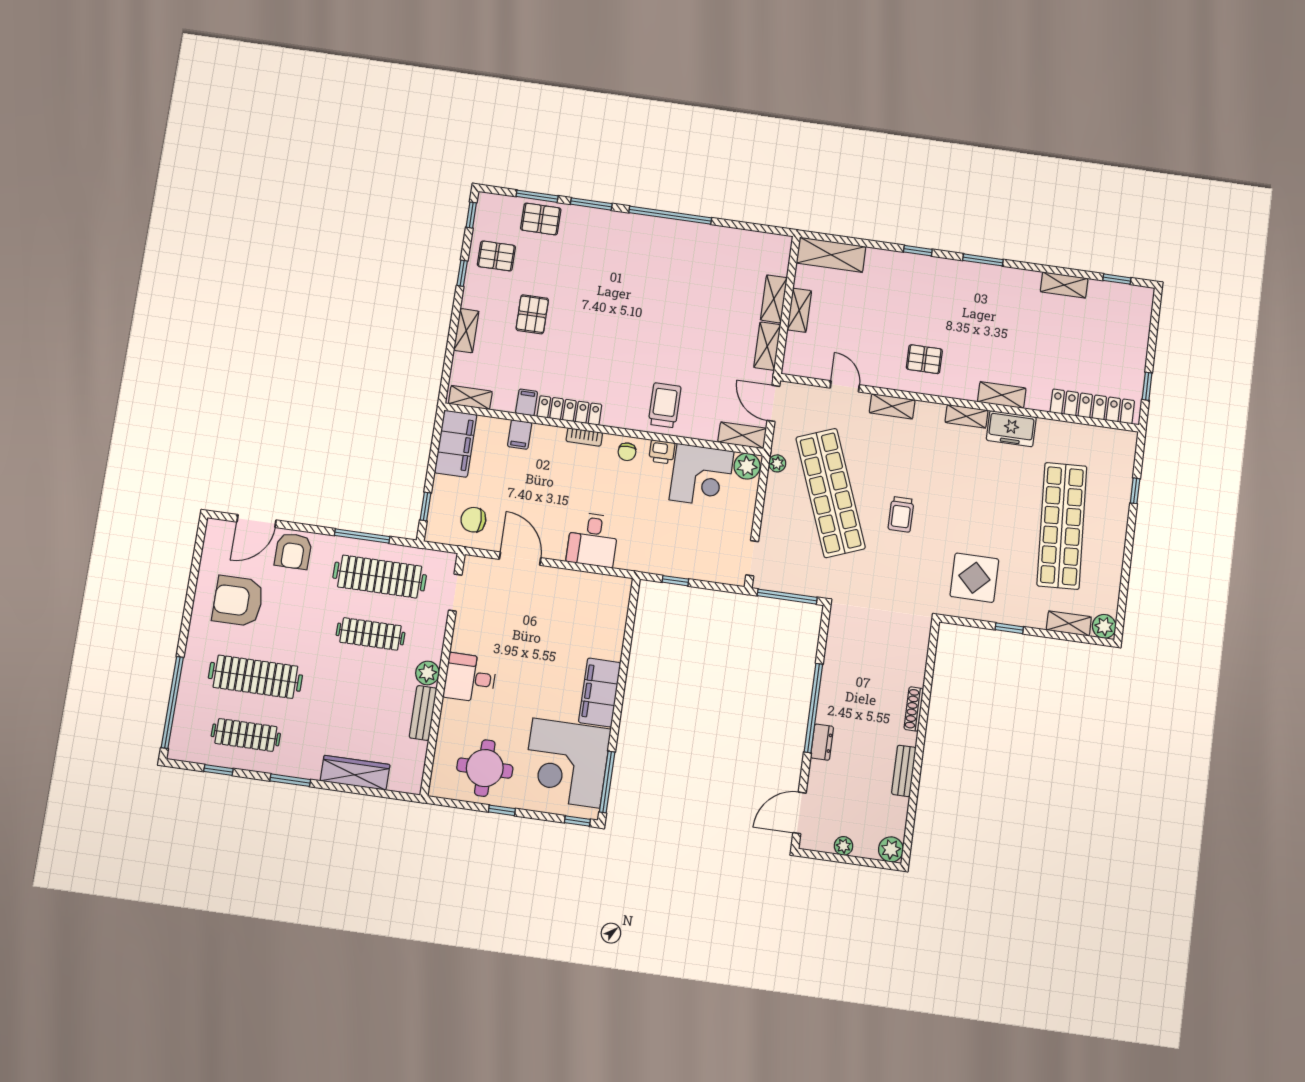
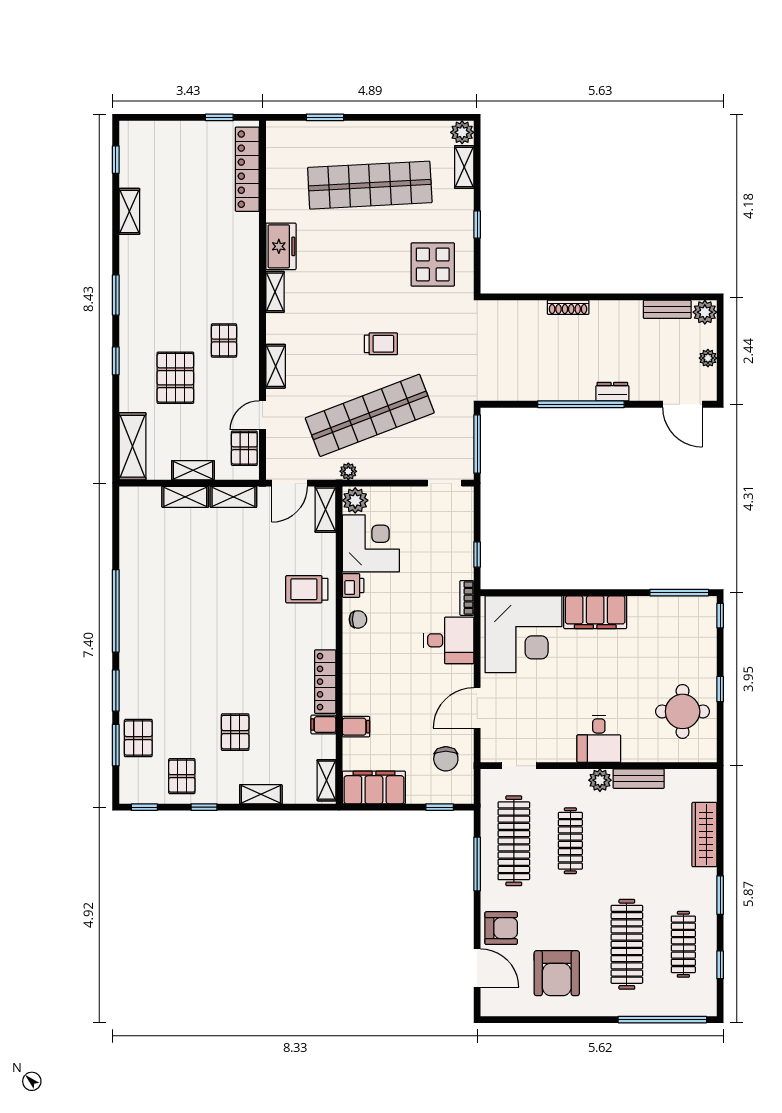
pallet: (893, 306) -> (175, 378), added
pallet: (532, 314) -> (235, 732), turned 90
pallet: (814, 364) -> (244, 448), added
shelving: (1002, 395) -> (249, 260), removed
bookcase: (584, 437) -> (467, 598), moved, turned 180
window: (1135, 491) -> (325, 117), width x1.50
corner desk: (566, 763) -> (523, 634), moved
bench: (904, 771) -> (667, 309), moved

